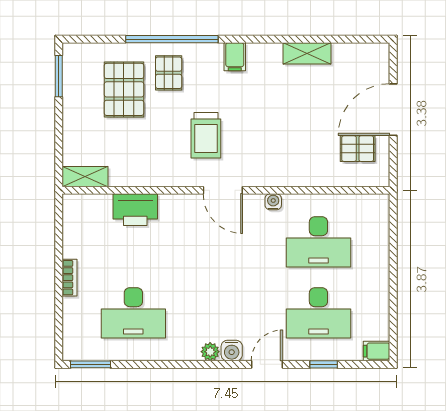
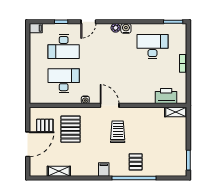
shelving: (307, 53) -> (59, 171), moved
pallet: (124, 89) -> (71, 129), moved
printer: (135, 210) -> (166, 96), moved
desk: (318, 313) -> (64, 47), turned 180
water cooler: (232, 351) -> (126, 28), moved

